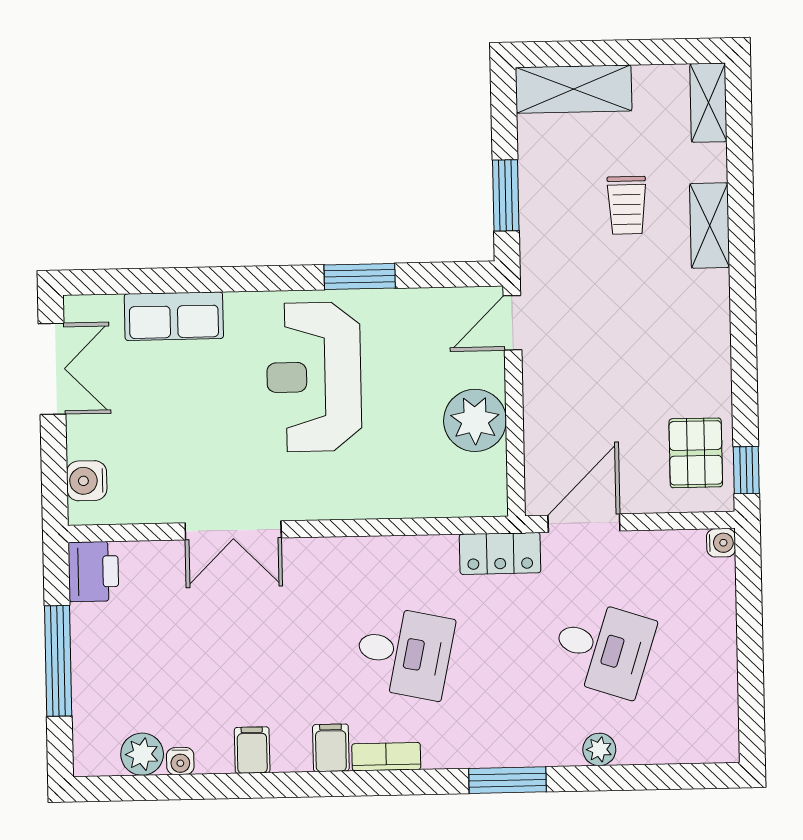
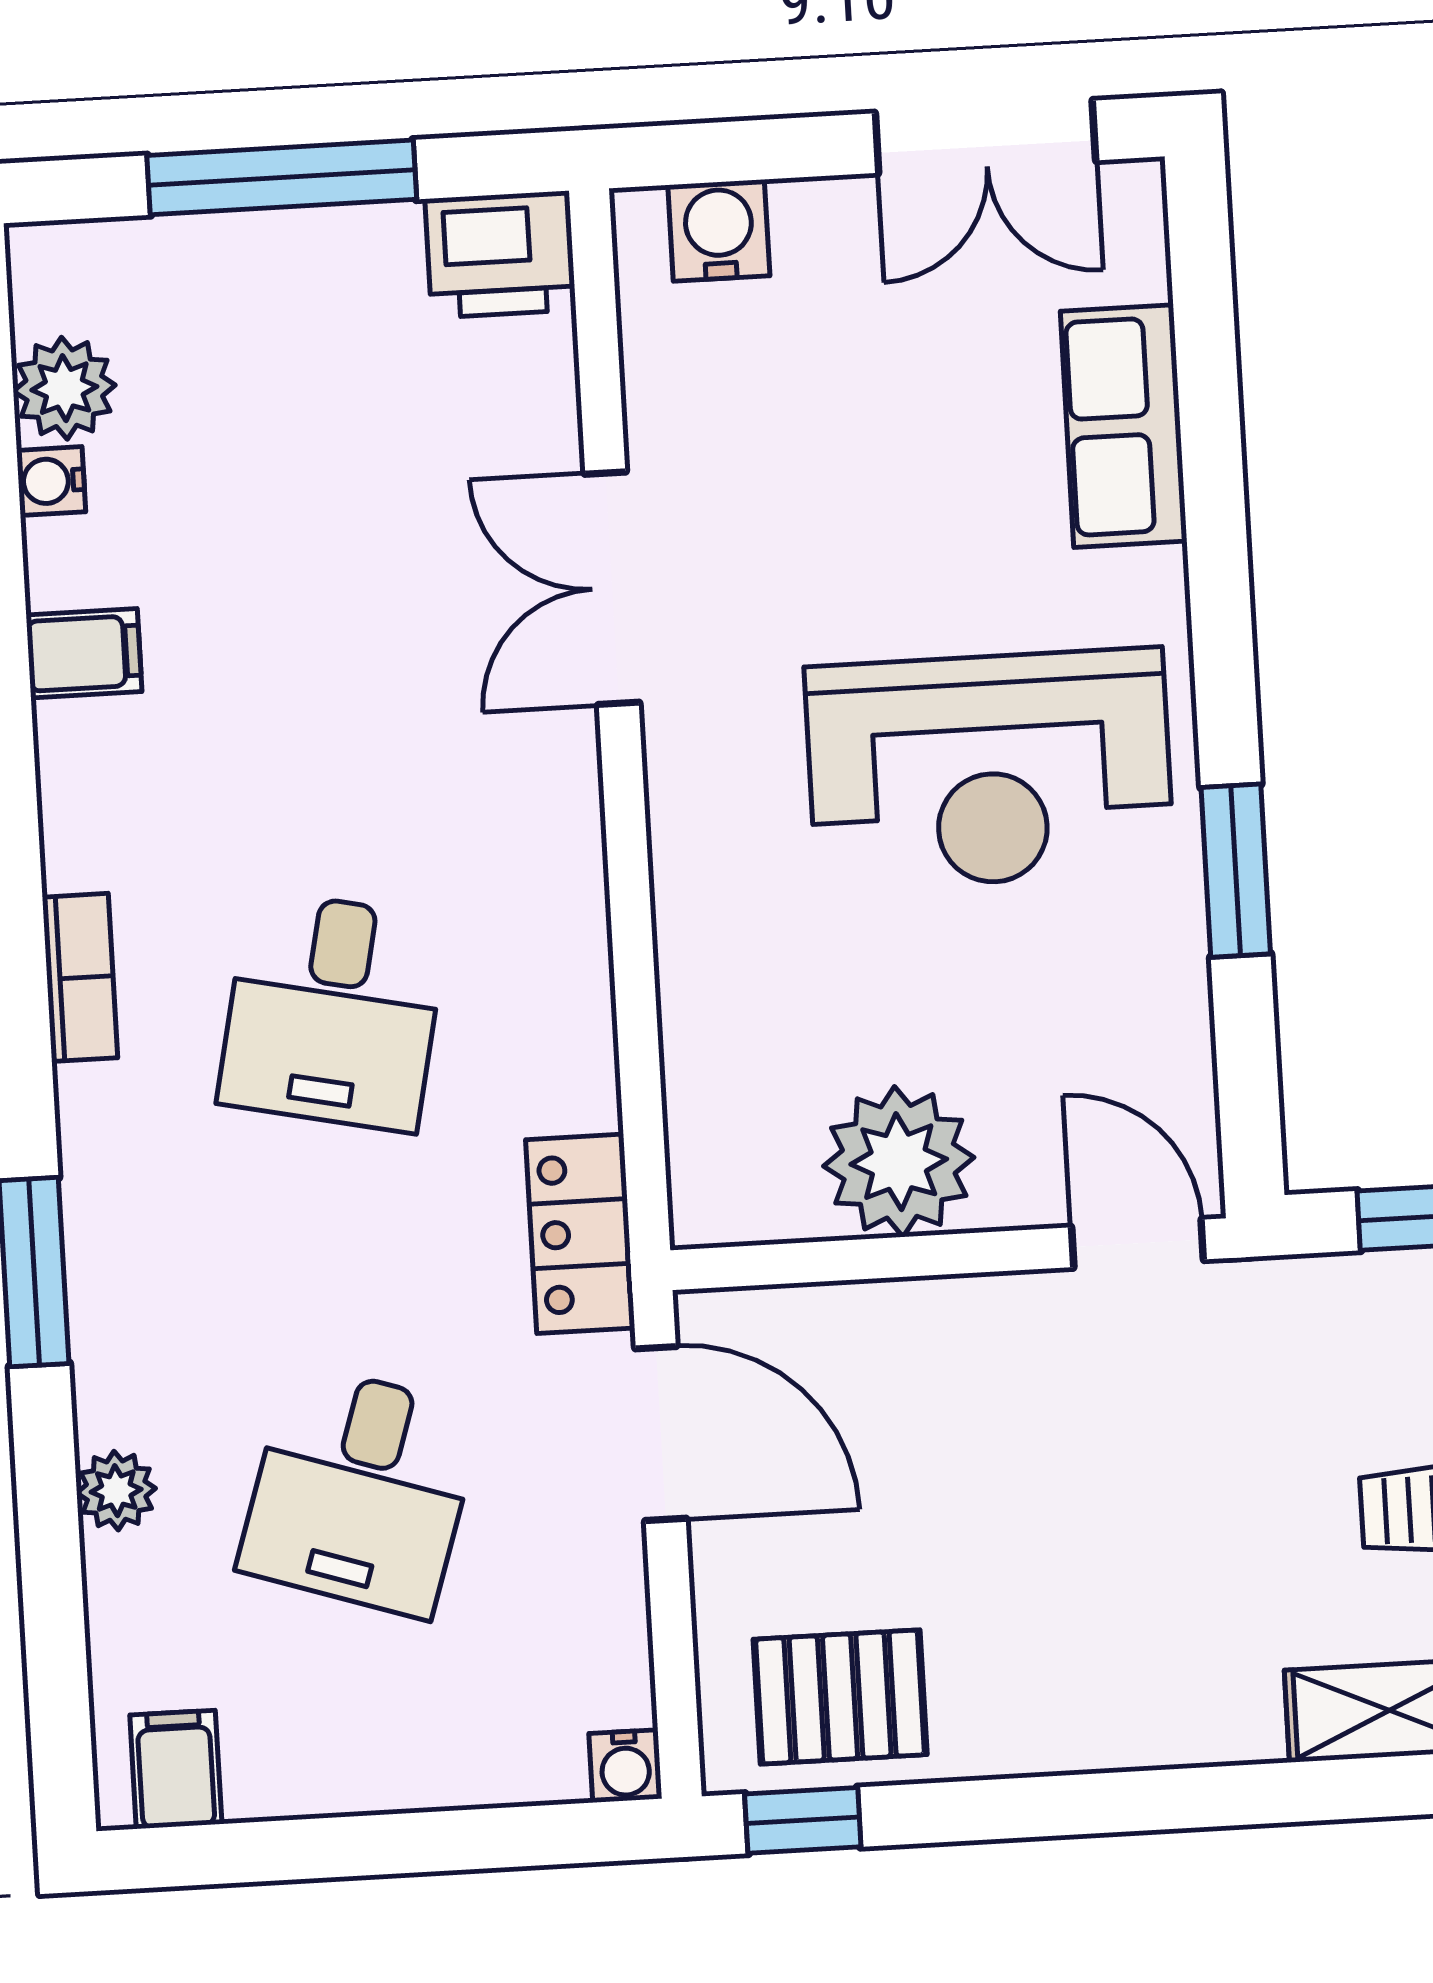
reception desk: (314, 377) -> (989, 769), turned 180
filing cabinet: (331, 748) -> (176, 1769), moved, turned -90

